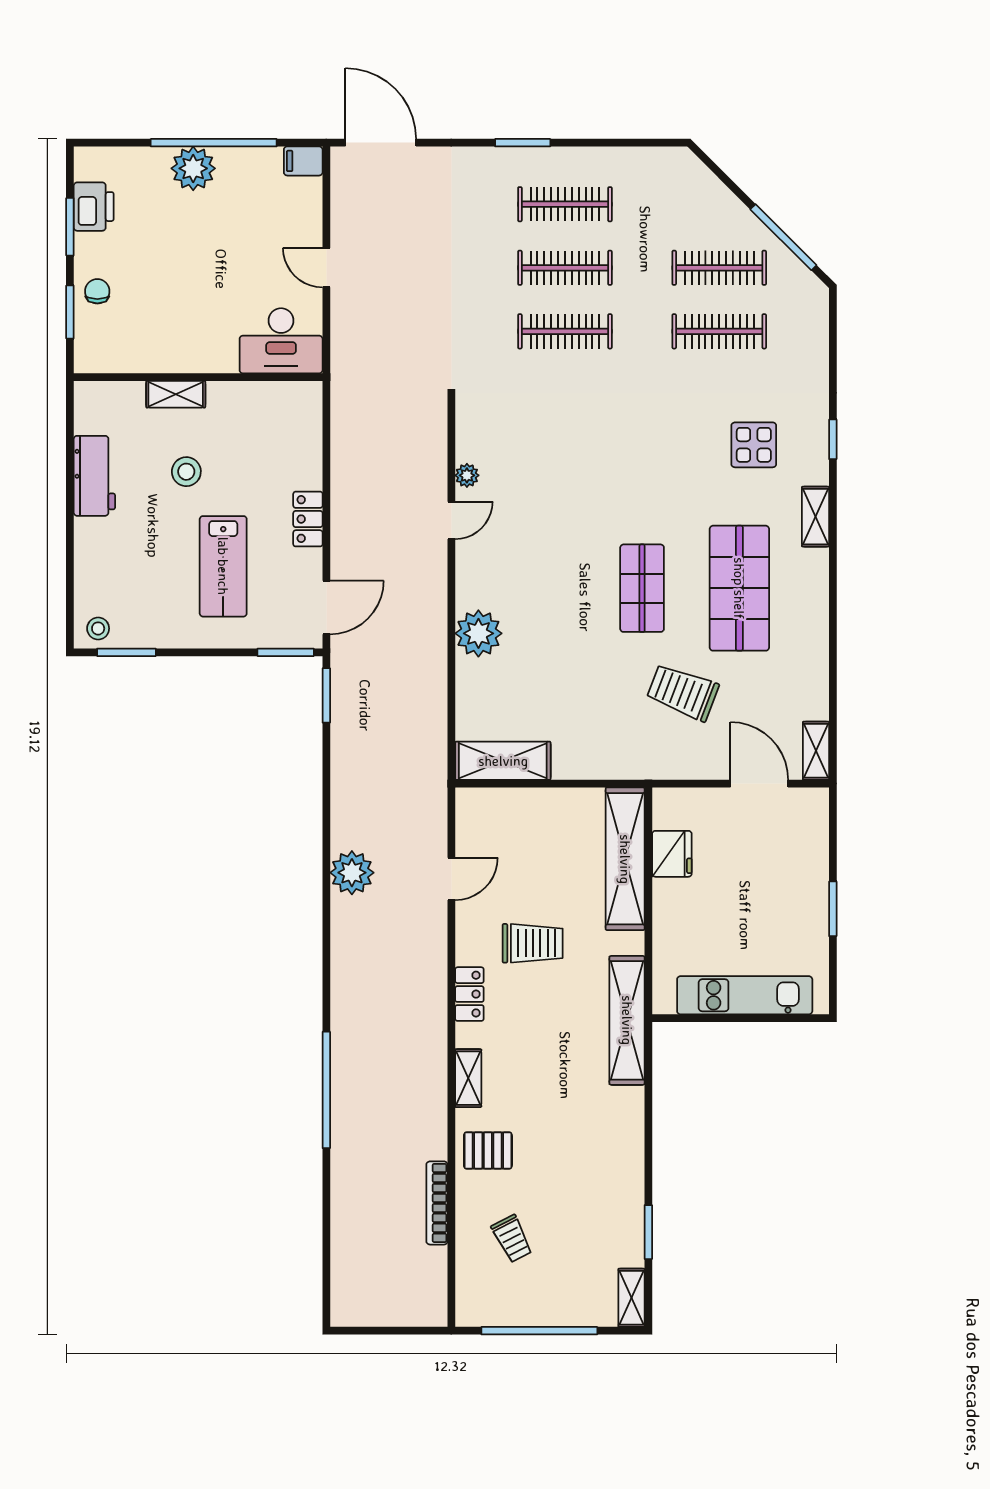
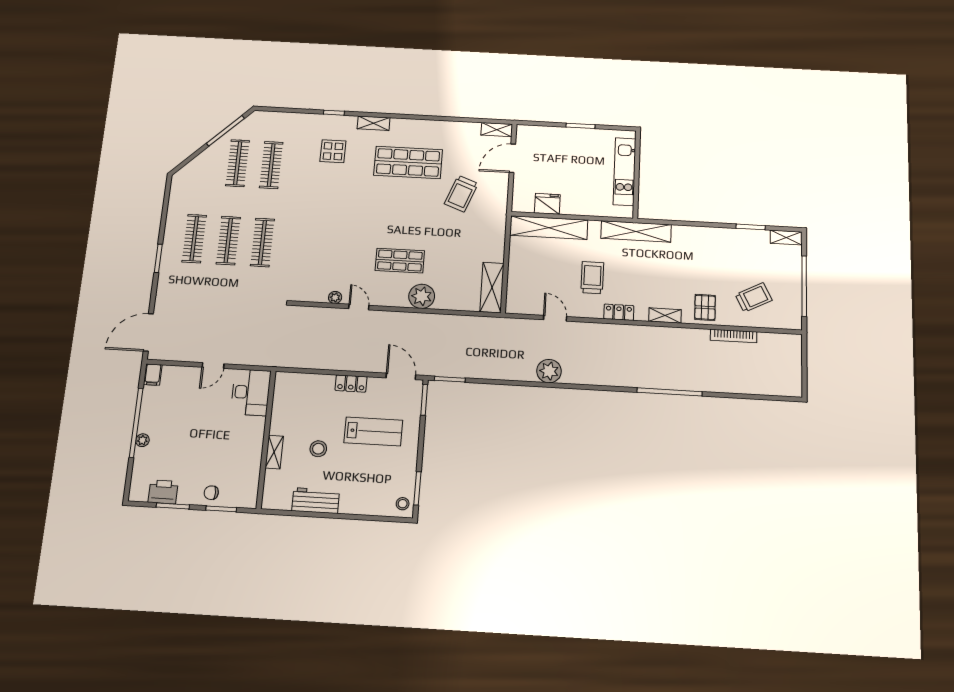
plant: (193, 168) -> (142, 440), width x0.53, depth x0.53
shop shelf: (642, 588) -> (400, 261), moved
trolley: (512, 1239) -> (754, 297), width x1.36, depth x1.39

